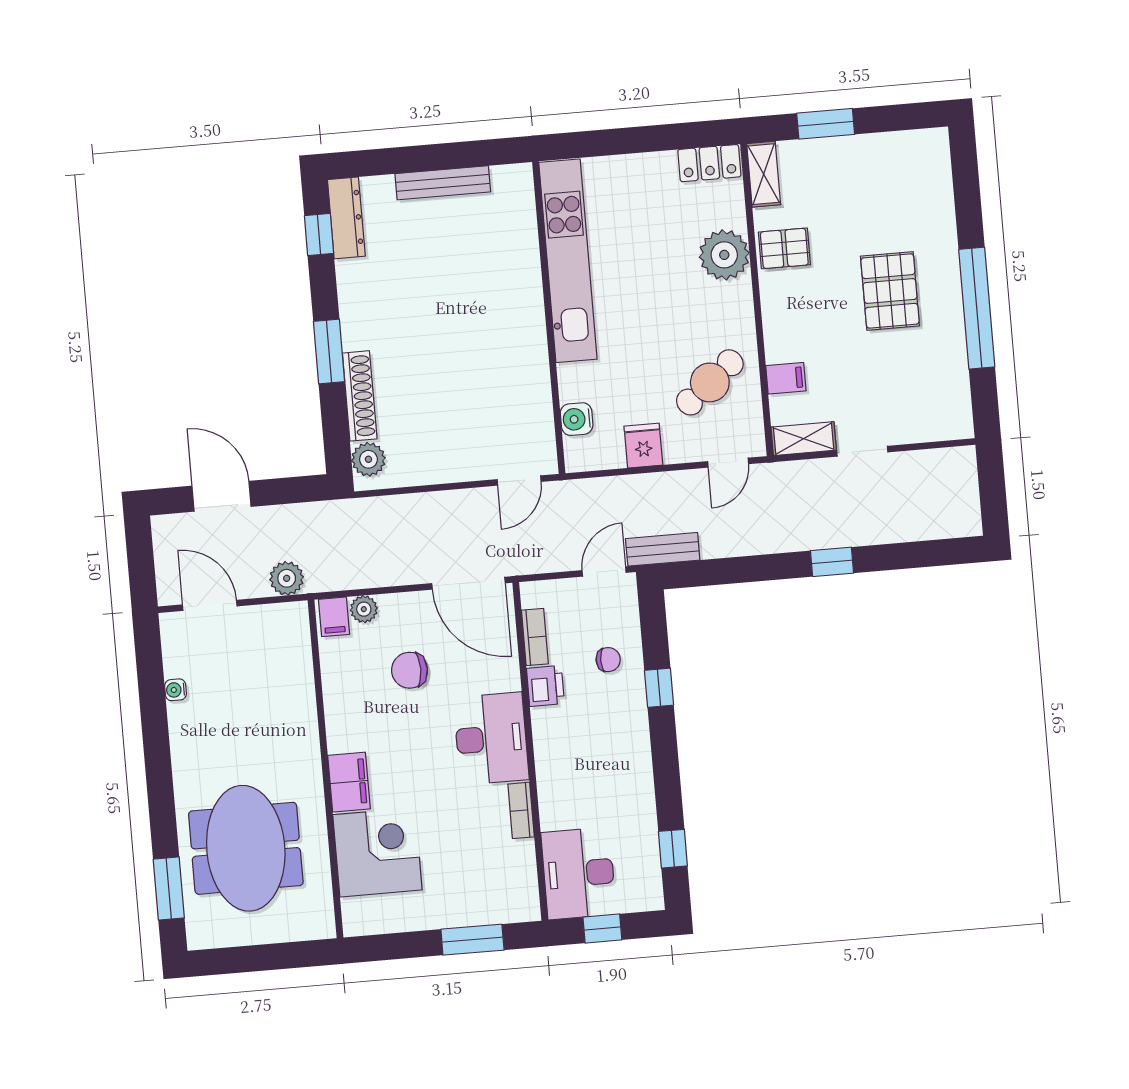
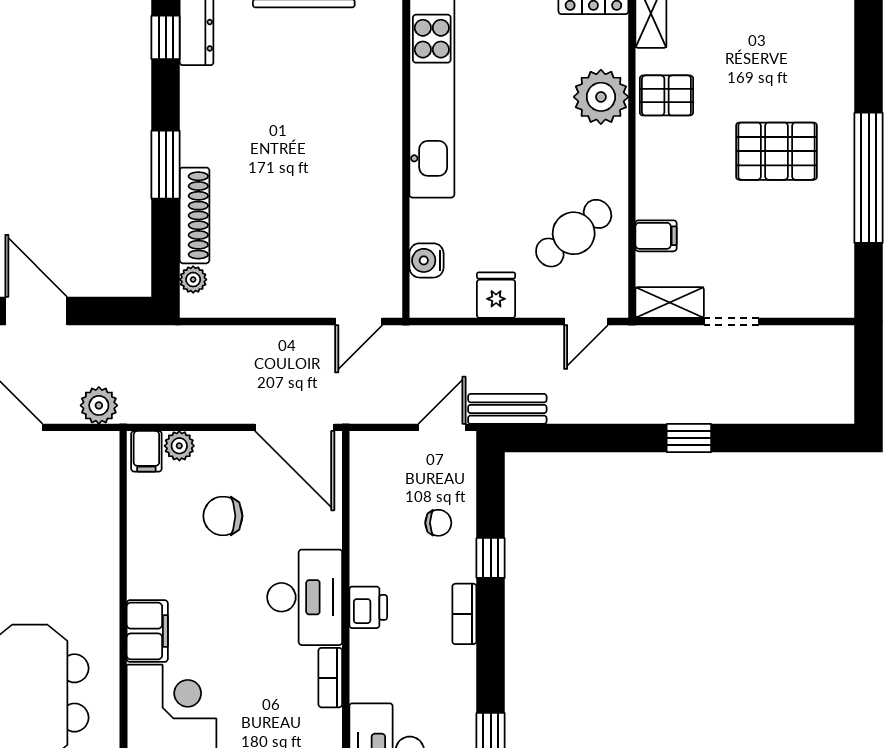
pallet: (890, 291) -> (776, 151), turned 90
plant: (368, 459) -> (193, 280), width x0.73, depth x0.73
bookcase: (535, 637) -> (464, 614), moved, turned 180
printer: (545, 686) -> (368, 607), moved

